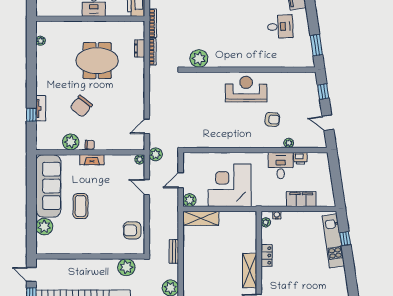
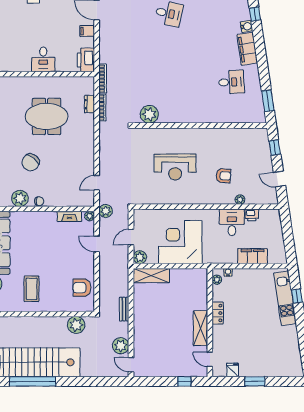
reception desk: (246, 89) -> (175, 167), moved, turned 180
fireplace: (92, 160) -> (69, 216), moved
coffee table: (81, 206) -> (32, 289), moved

